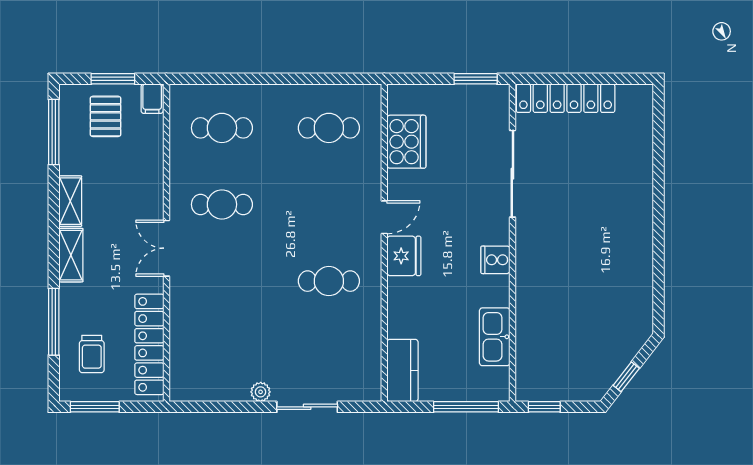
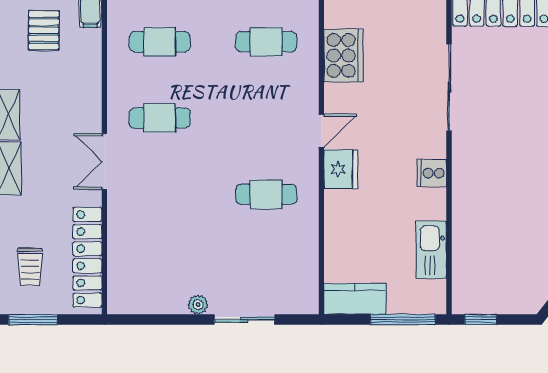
kitchen counter: (402, 370) -> (355, 299), moved, turned -90

